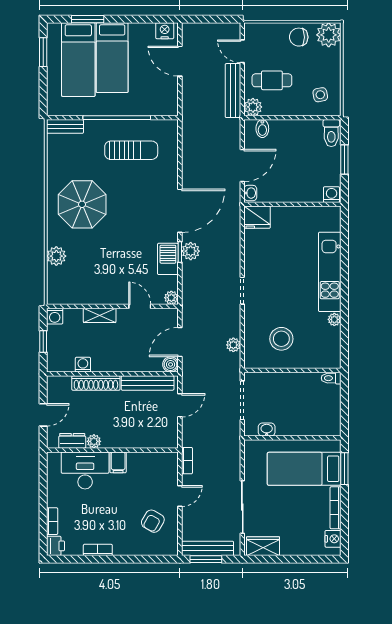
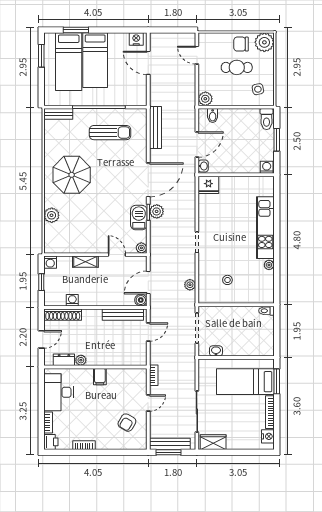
cafe table: (272, 80) -> (237, 67), moved
bench: (233, 91) -> (155, 127), moved
stool: (281, 339) -> (227, 280), width x0.53, depth x0.53
shoe rack: (96, 383) -> (63, 315), moved
desk: (85, 470) -> (59, 392), moved, turned -90

